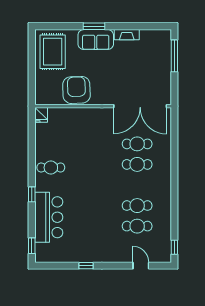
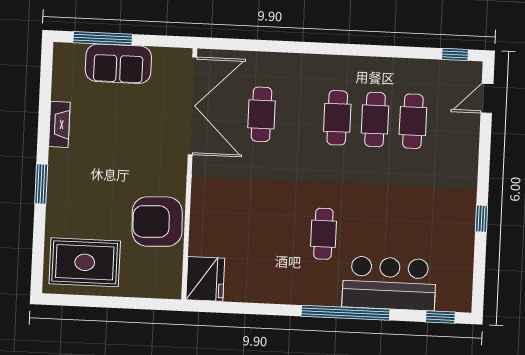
sofa: (96, 40) -> (118, 64), moved, turned 90
fridge: (41, 115) -> (205, 279), width x1.88, depth x1.34
cafe table: (137, 164) -> (337, 118), moved
cafe table: (51, 168) -> (323, 234), moved
window: (32, 194) -> (346, 313), width x3.17
door: (141, 266) -> (487, 98), moved

